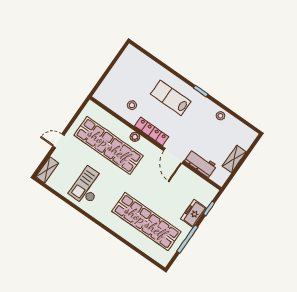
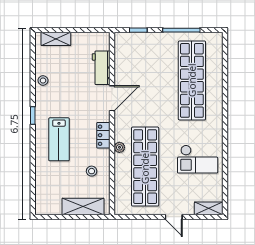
shelving: (111, 82) -> (83, 206), added
locker: (152, 131) -> (103, 135), width x0.66
shelving: (234, 159) -> (56, 39), moved
freezer: (194, 213) -> (153, 41), removed

